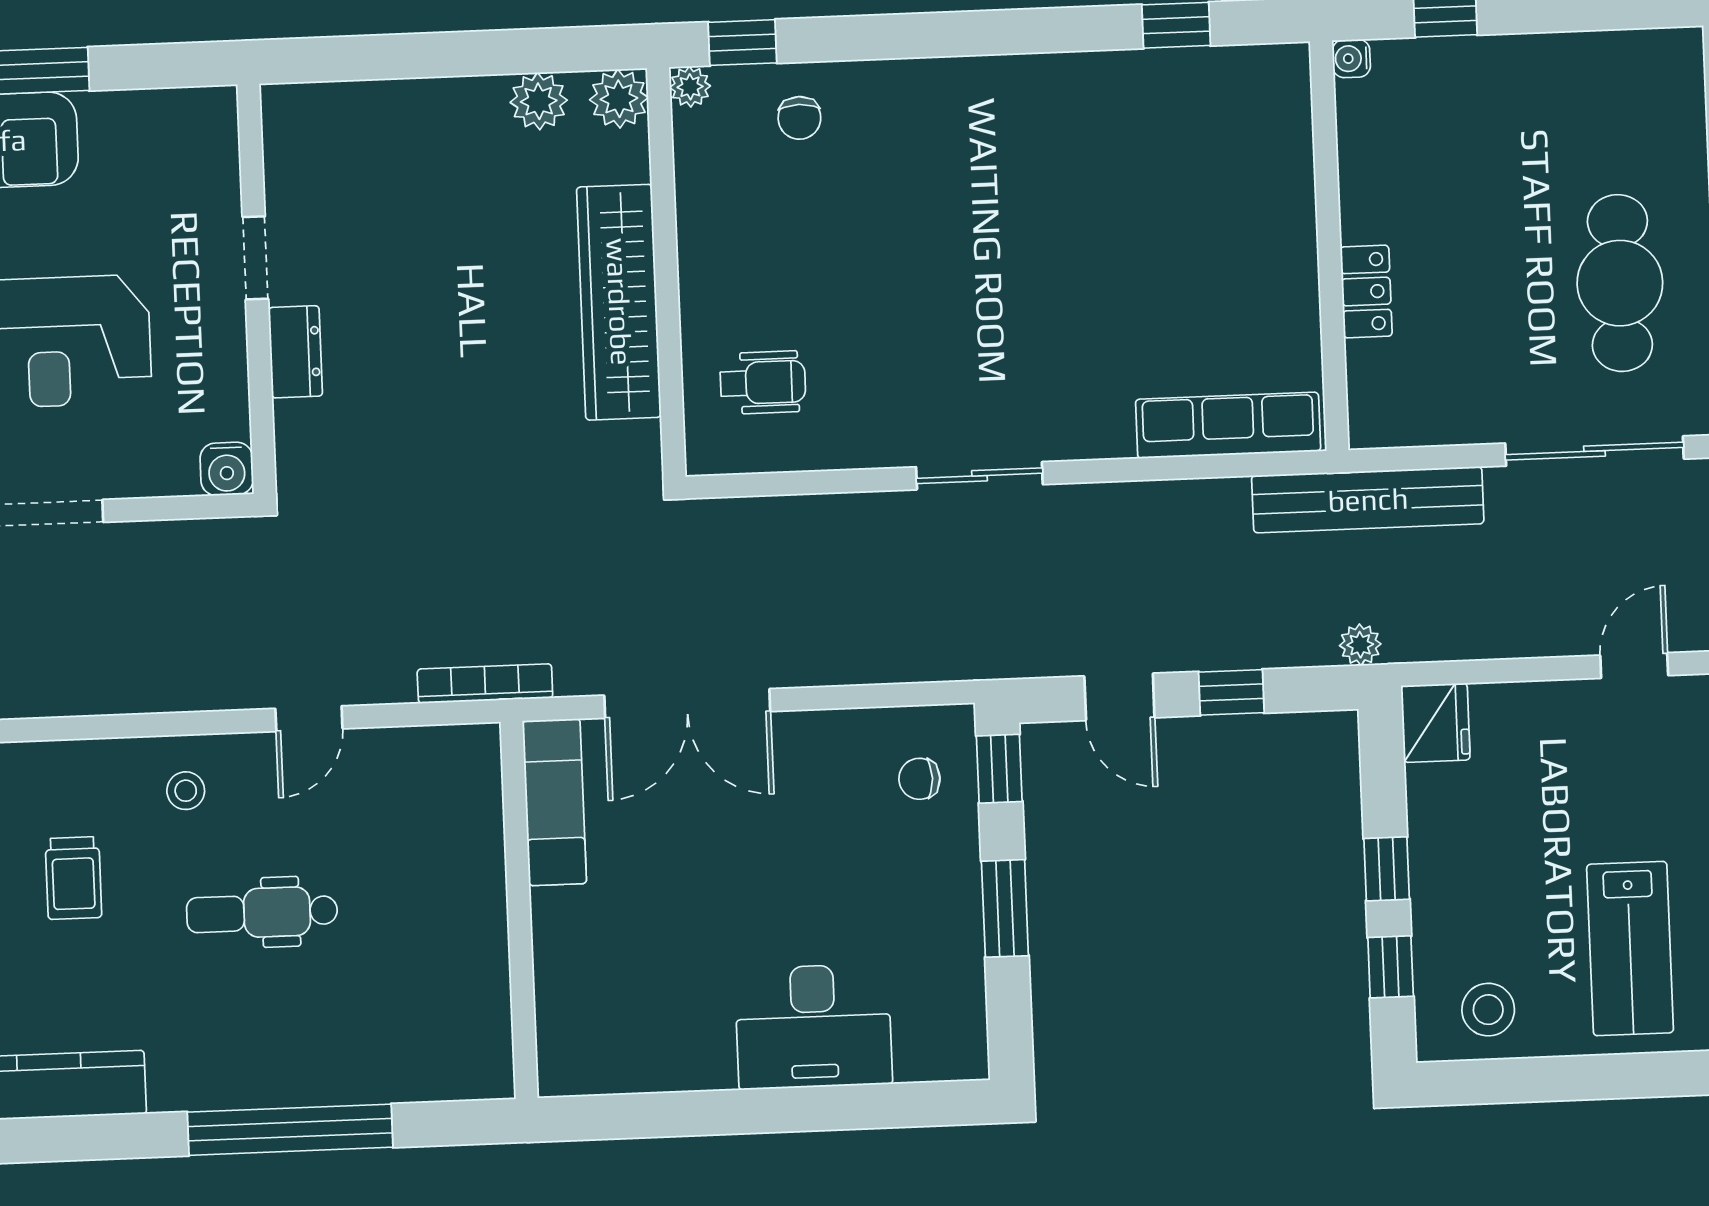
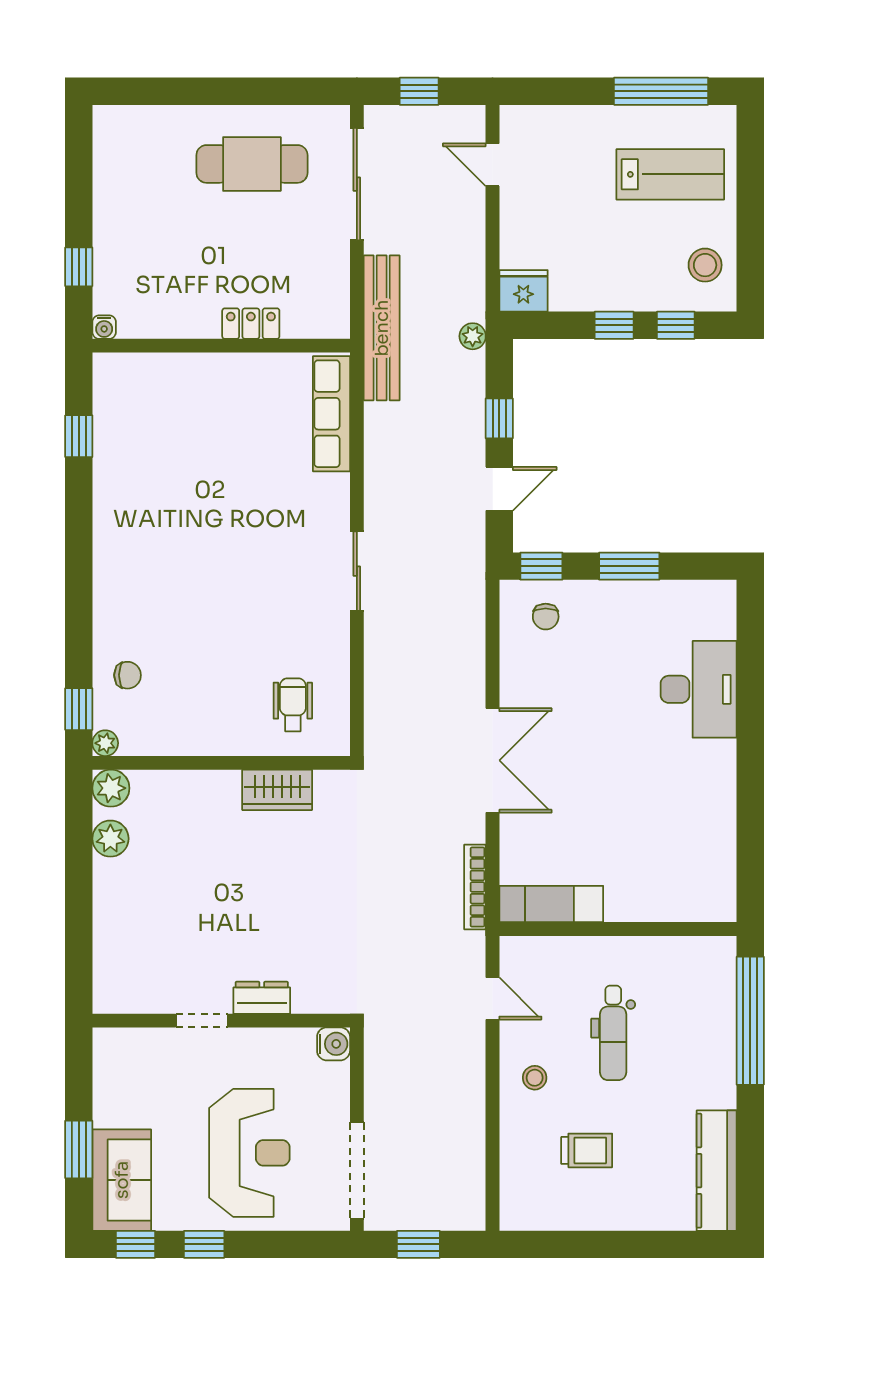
wardrobe: (619, 302) -> (277, 790), width x0.48, depth x0.85
exam couch: (554, 802) -> (551, 904), moved
wall: (519, 910) -> (618, 929), moved

